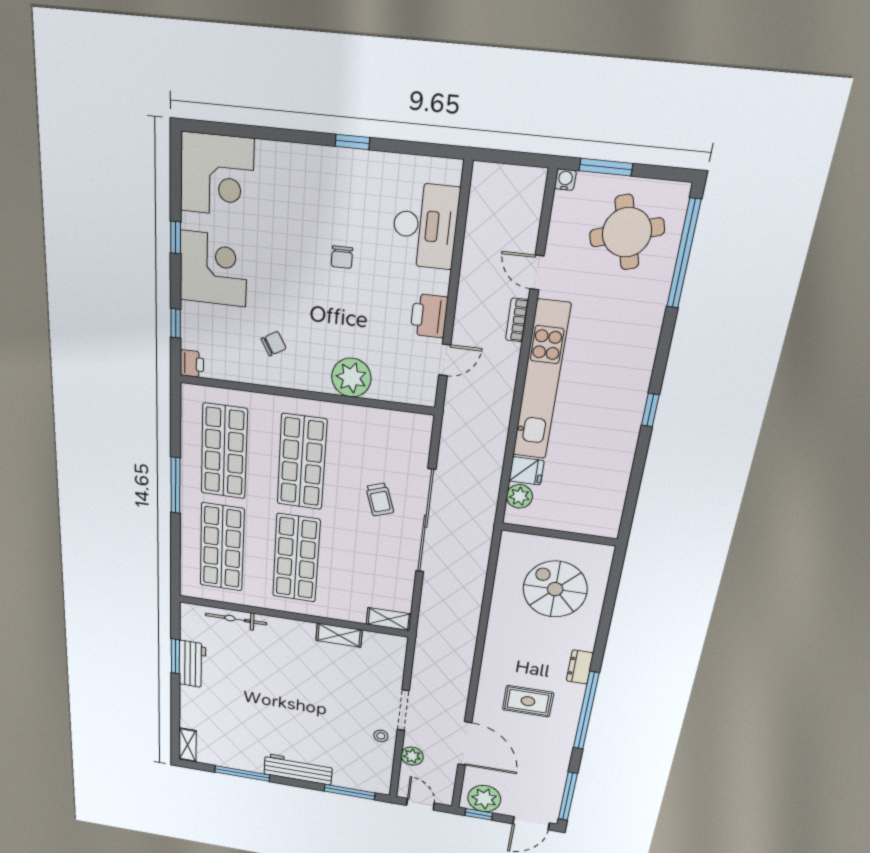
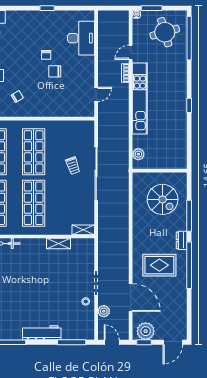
door: (537, 273) -> (131, 52), hinge flipped
chair: (358, 298) -> (55, 71), added
printer: (429, 316) -> (87, 76), removed
plant: (351, 378) -> (54, 108), removed
fridge: (526, 471) -> (140, 141), removed
spiral stairs: (555, 589) -> (163, 199), turned 180
rug: (528, 701) -> (159, 265), width x1.36, depth x1.43
window: (568, 796) -> (189, 216), moved

